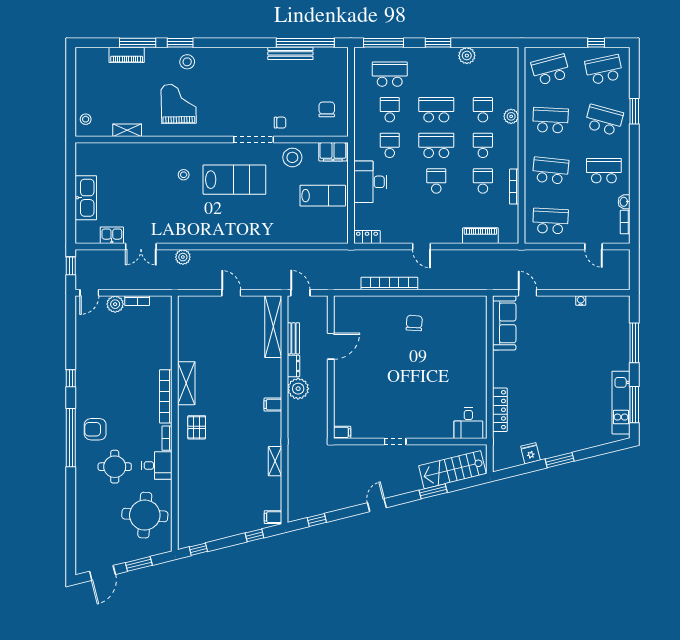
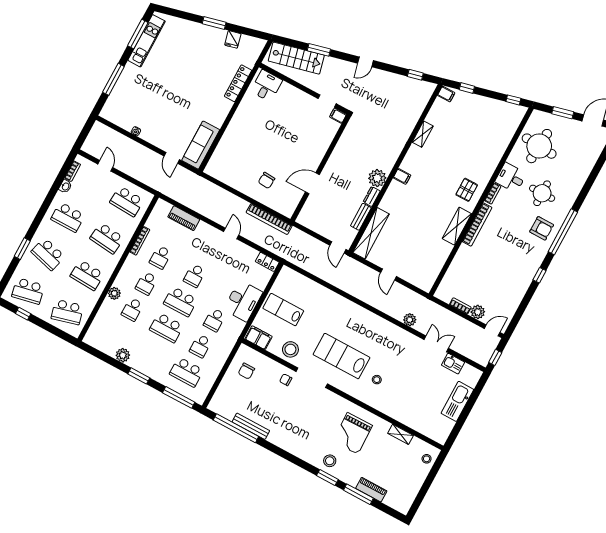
door: (331, 346) -> (312, 183), moved
wall: (331, 367) -> (321, 168), moved
filing cabinet: (342, 432) -> (338, 116), moved

